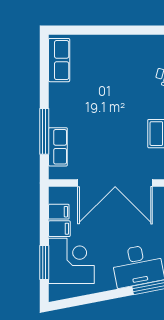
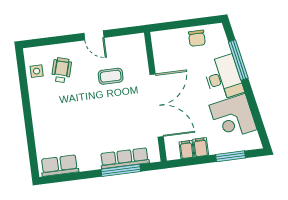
row of seats: (58, 147) -> (125, 158), width x1.48
corner desk: (71, 261) -> (233, 117), moved, turned -101

